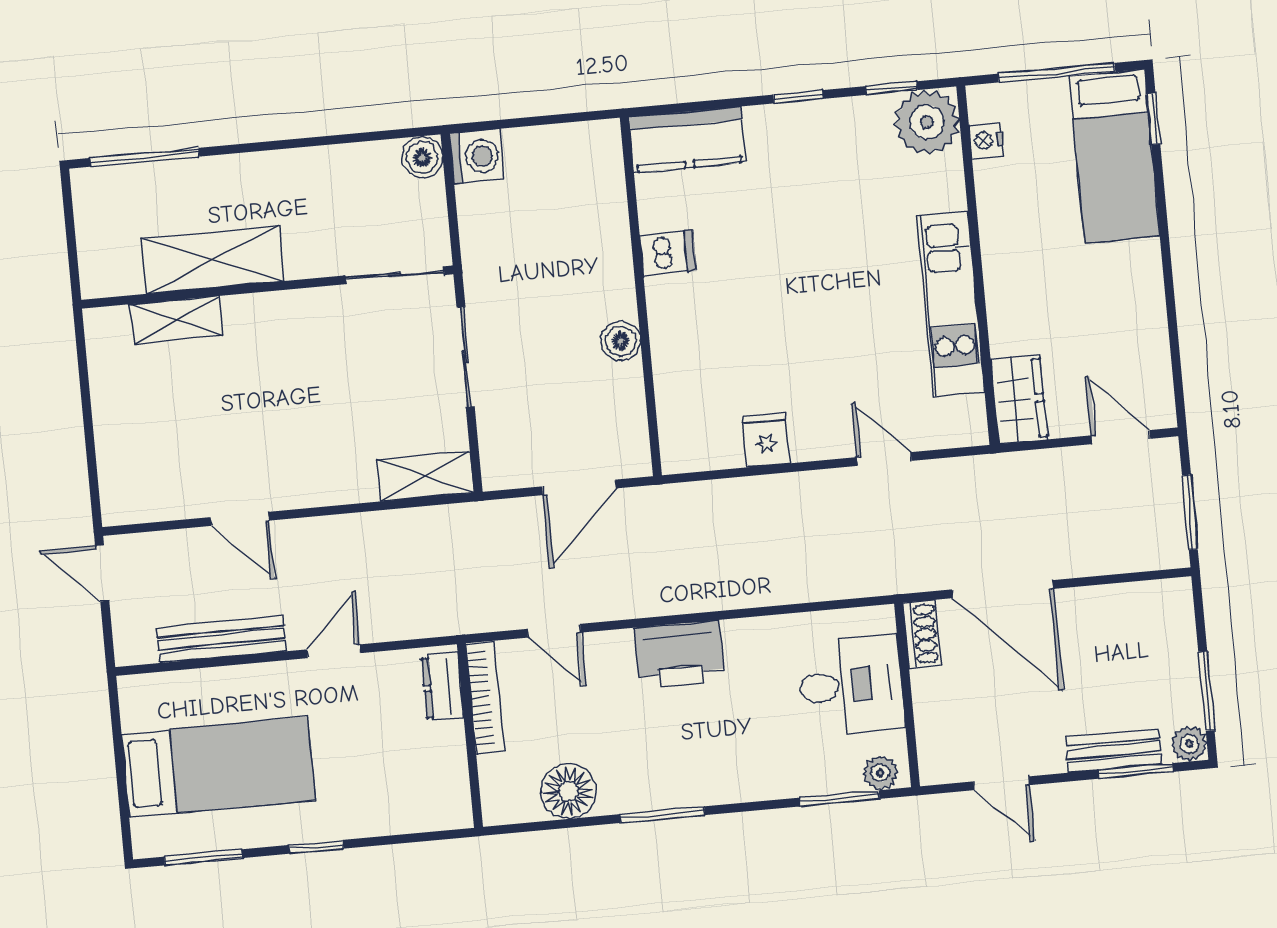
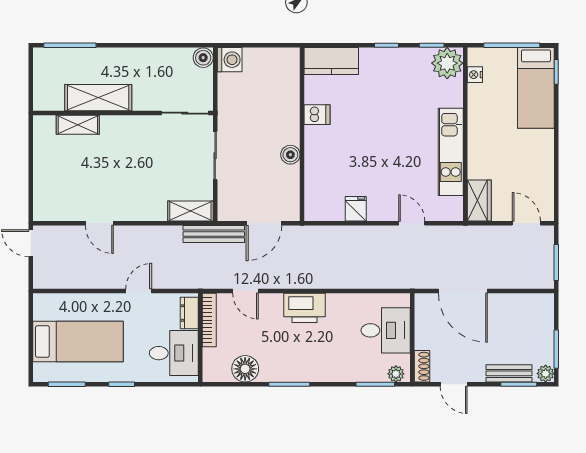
shoe rack: (922, 634) -> (422, 366), moved
bench: (221, 639) -> (214, 234), moved
desk: (418, 773) -> (174, 353), added

